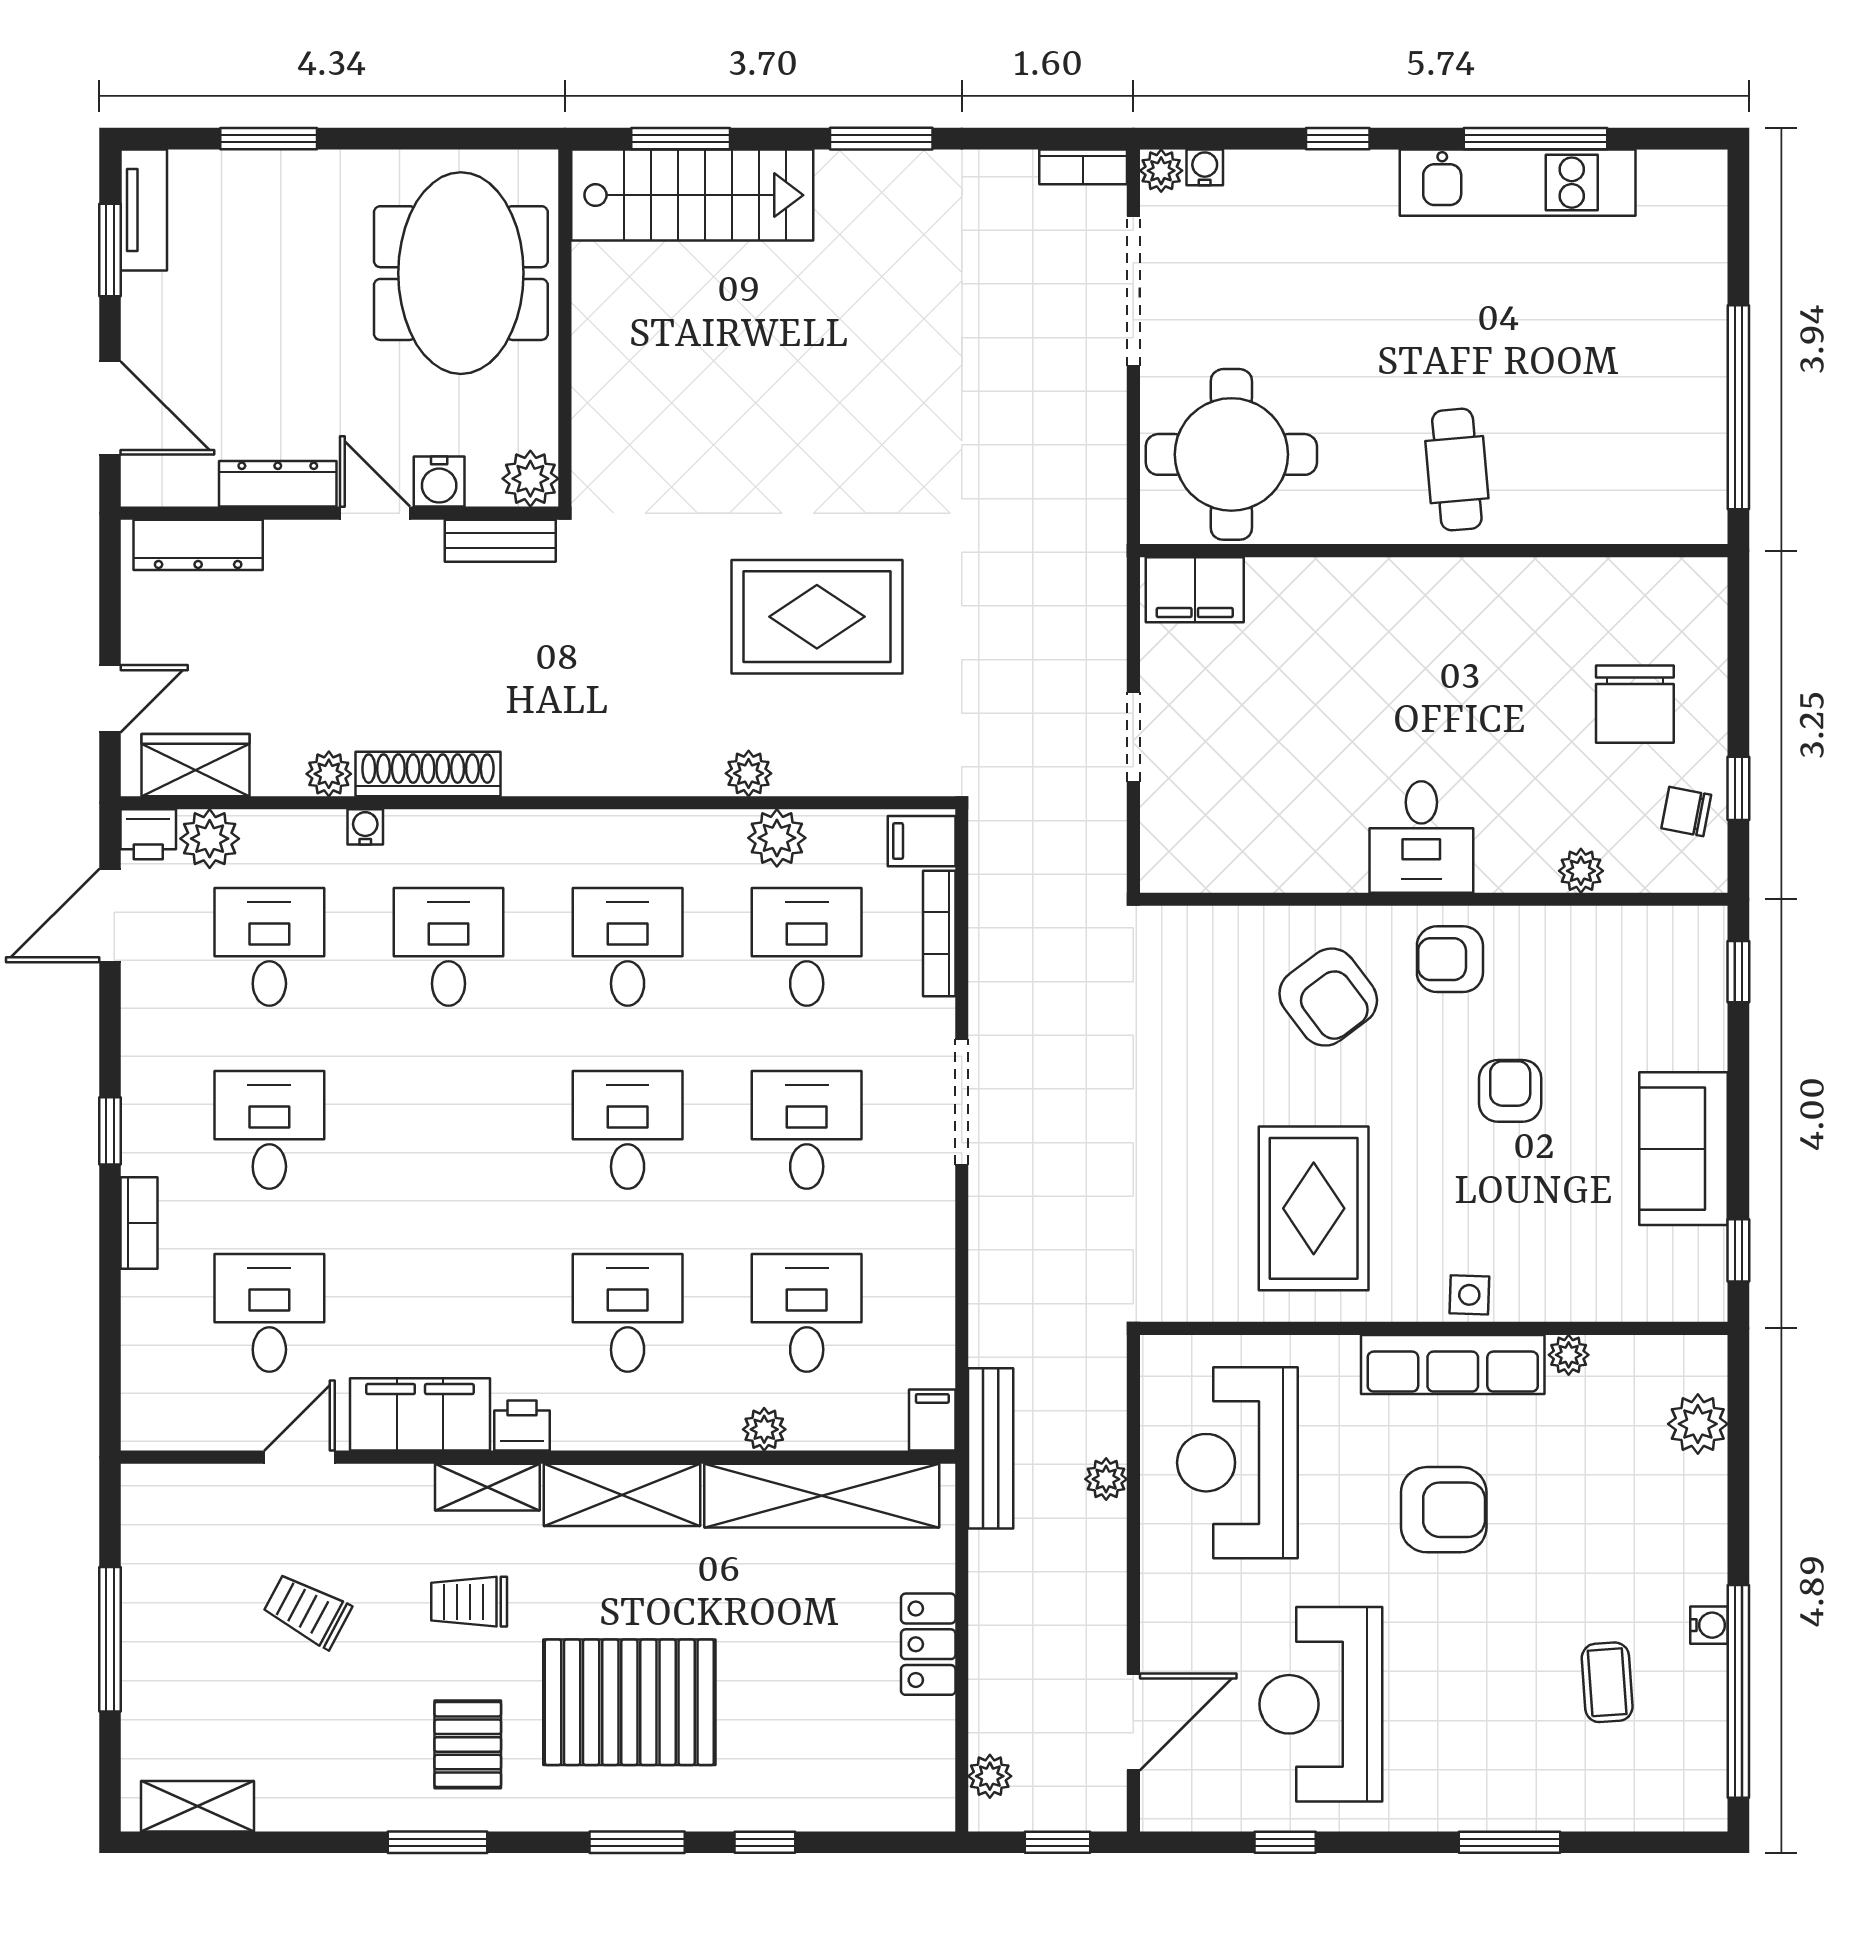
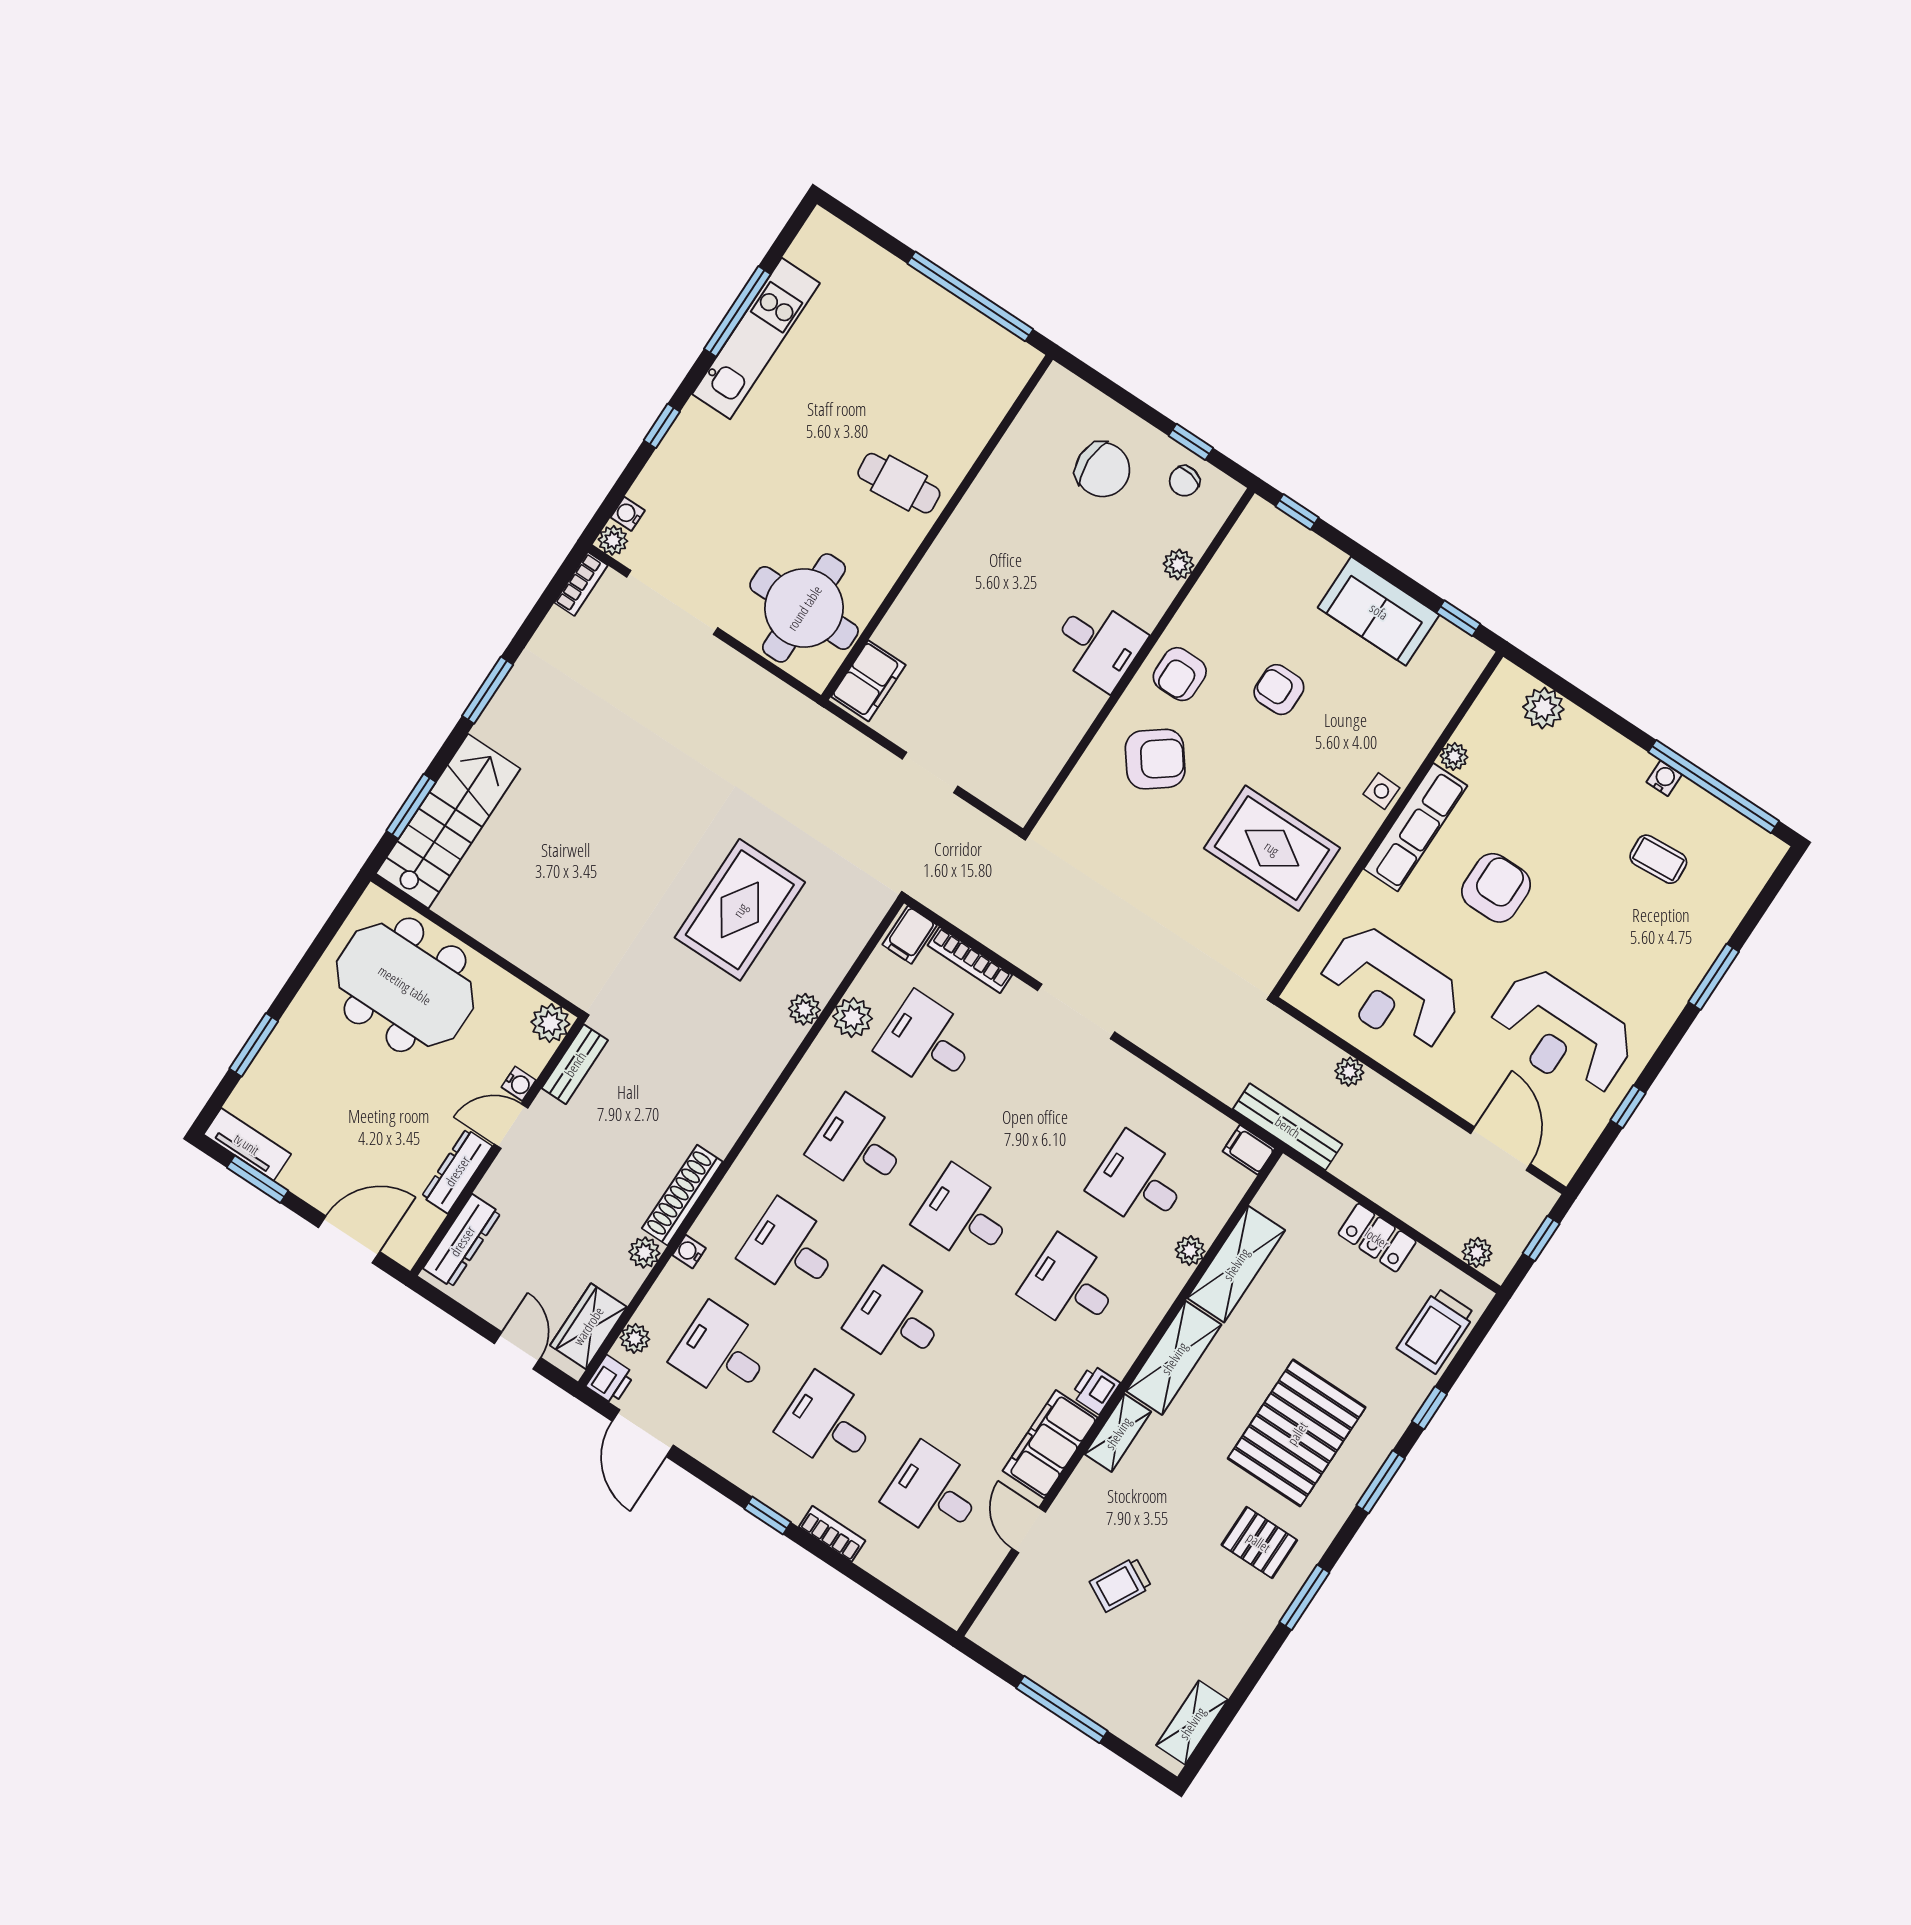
water cooler: (439, 482) -> (519, 1084), width x0.72, depth x0.72
plant: (210, 839) -> (635, 1338), width x0.73, depth x0.73
desk: (807, 1130) -> (896, 1319), moved
shelving: (822, 1496) -> (1236, 1264), width x0.68
trolley: (469, 1602) -> (1436, 1331), moved, width x1.36, depth x1.39

